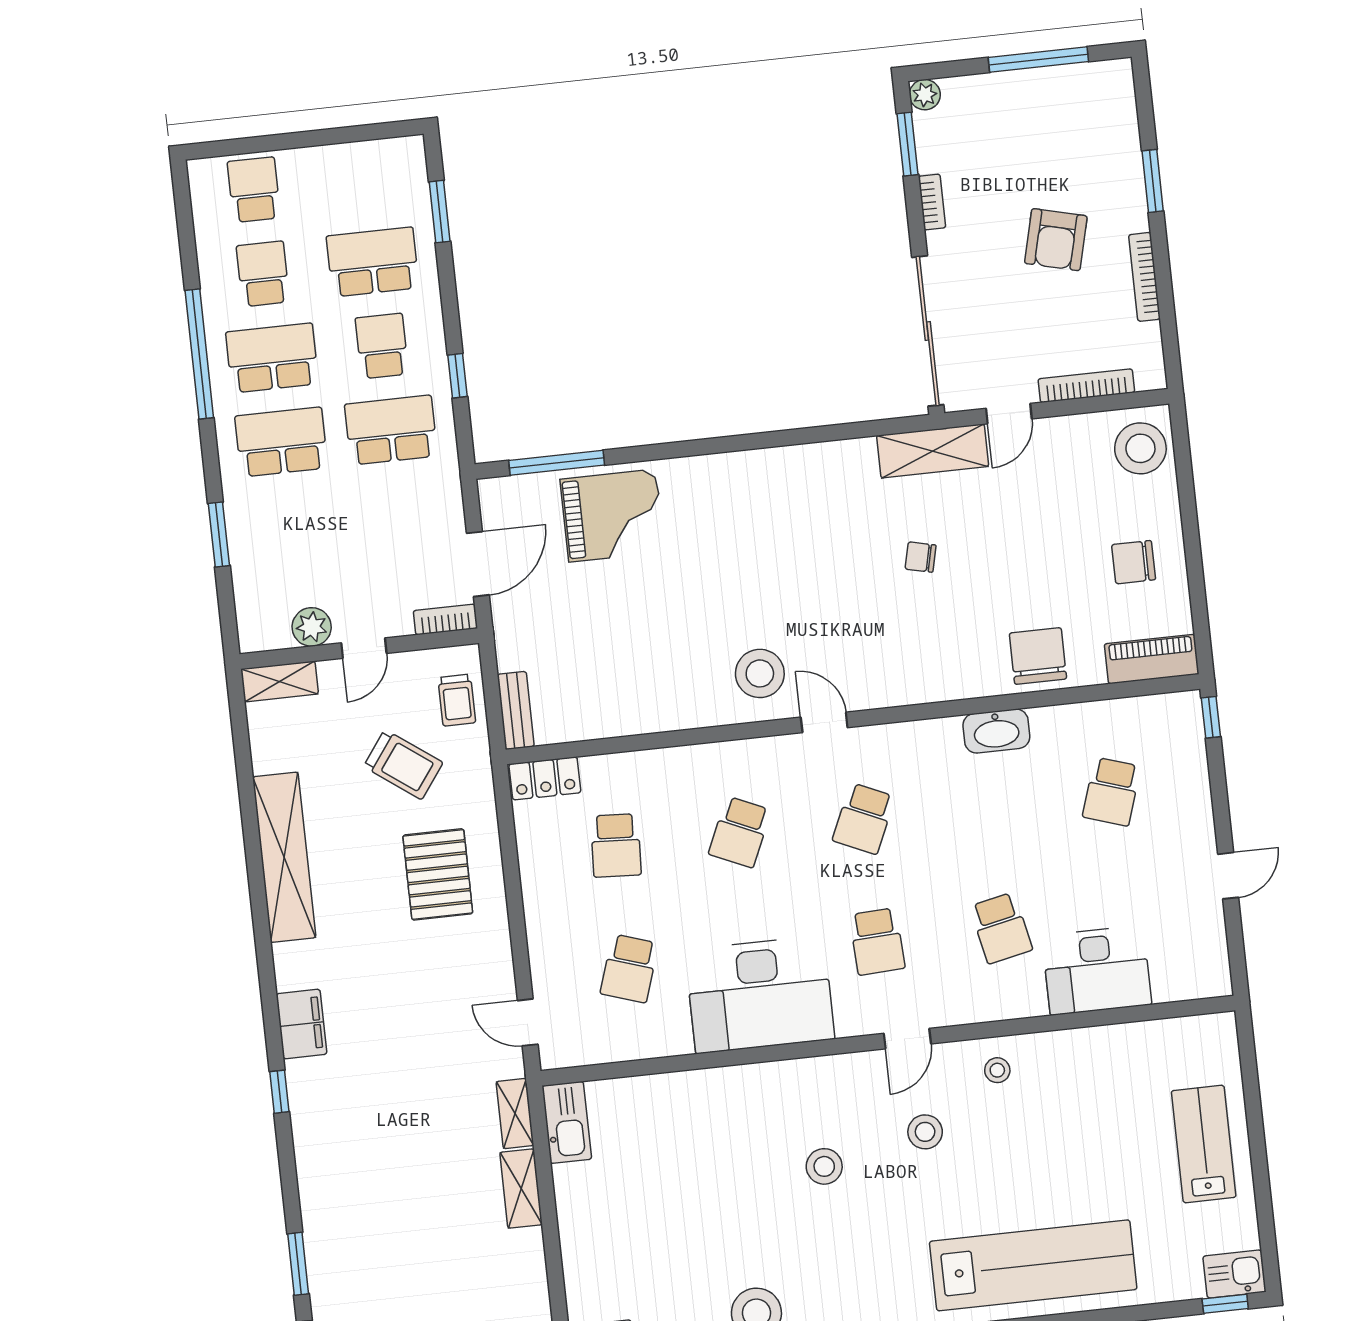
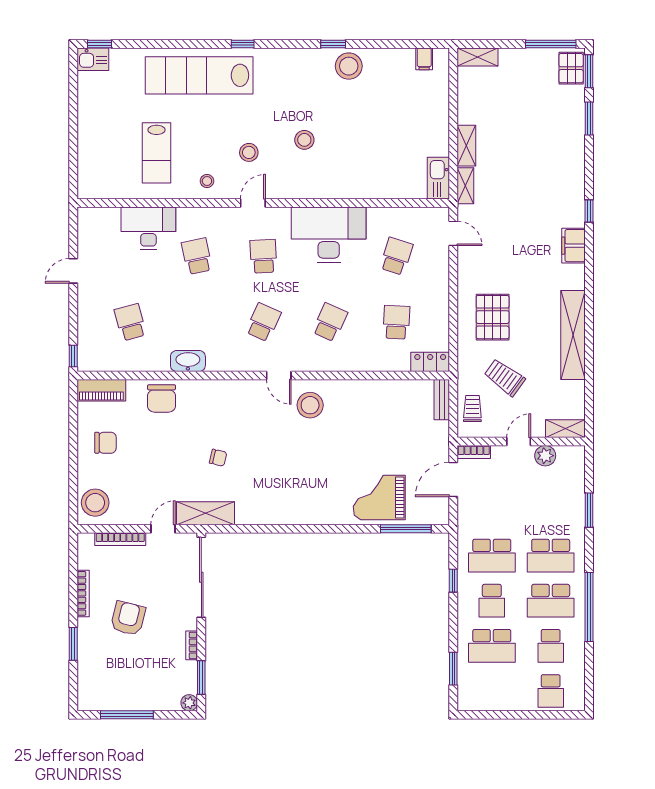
school desk: (1112, 792) -> (130, 322), turned -33
lab bench: (1204, 1144) -> (156, 153), moved

